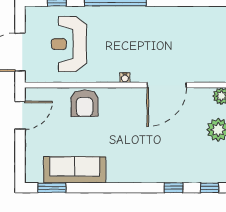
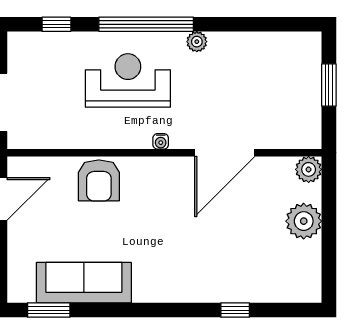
plant: (148, 13) -> (197, 42), added
reception desk: (69, 44) -> (128, 80), moved, turned 90
window: (210, 188) -> (291, 310), removed

